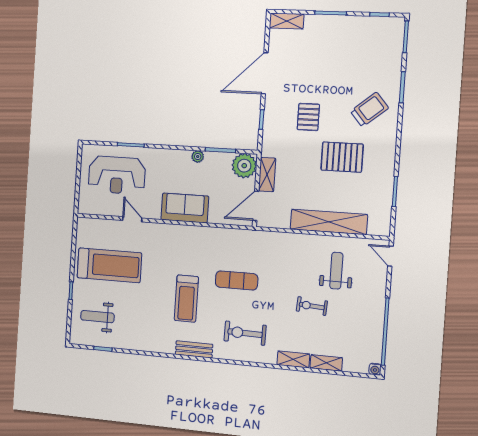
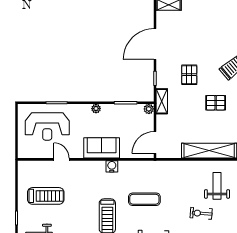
plant: (198, 157) -> (96, 109), moved
pallet: (342, 157) -> (216, 103), width x0.67, depth x0.71
plant: (244, 166) -> (149, 109), width x0.53, depth x0.53
shelving: (267, 174) -> (162, 101), moved
water cooler: (197, 233) -> (112, 166), added
treadmill: (109, 265) -> (46, 196), width x0.73, depth x0.73

